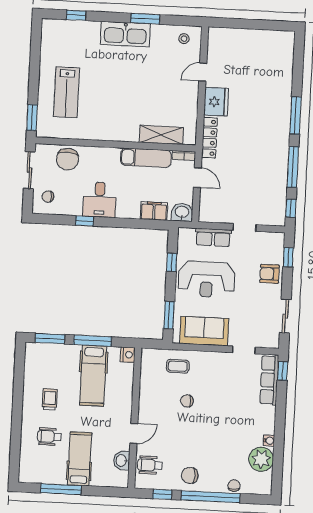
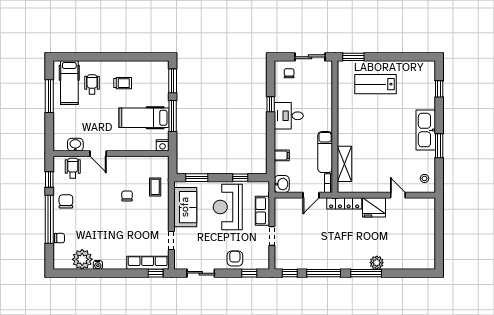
plant: (283, 102) -> (377, 263), added
chair: (68, 159) -> (321, 88), removed
filing cabinet: (154, 211) -> (282, 155), width x0.50
hospital bed: (80, 459) -> (69, 83), moved, turned 90

